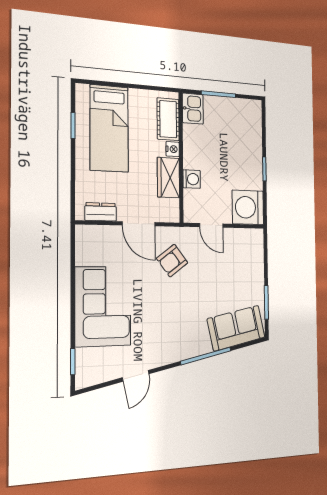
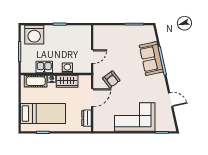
kitchen sink: (193, 109) -> (44, 67), moved
washing machine: (248, 207) -> (34, 35), moved
sofa: (236, 328) -> (151, 59), moved

